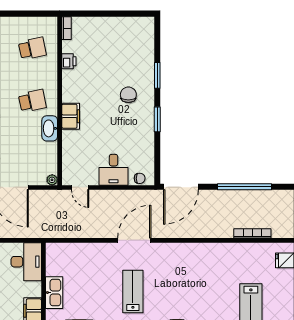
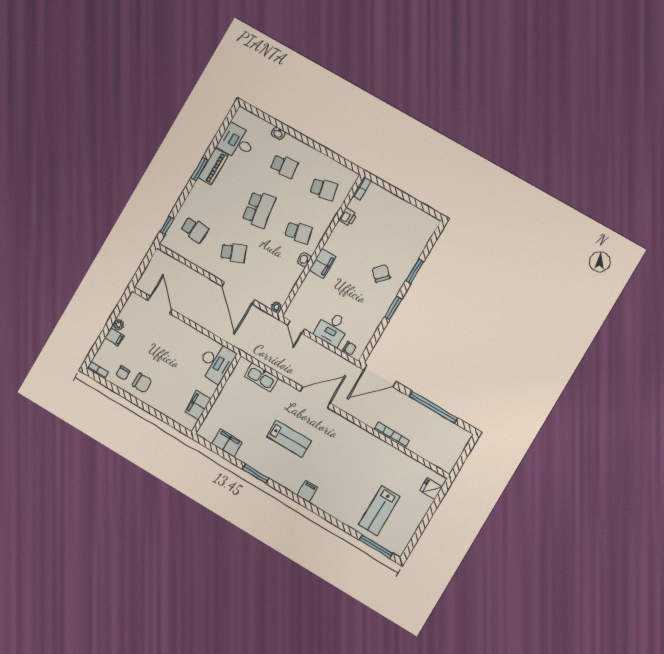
chair: (128, 95) -> (381, 273), turned -47
washbasin: (50, 128) -> (304, 260), width x0.52, depth x0.69
bookcase: (252, 233) -> (392, 435), moved
lab bench: (133, 291) -> (289, 439), turned 90
kitchen sink: (54, 293) -> (261, 377), moved, turned 90

